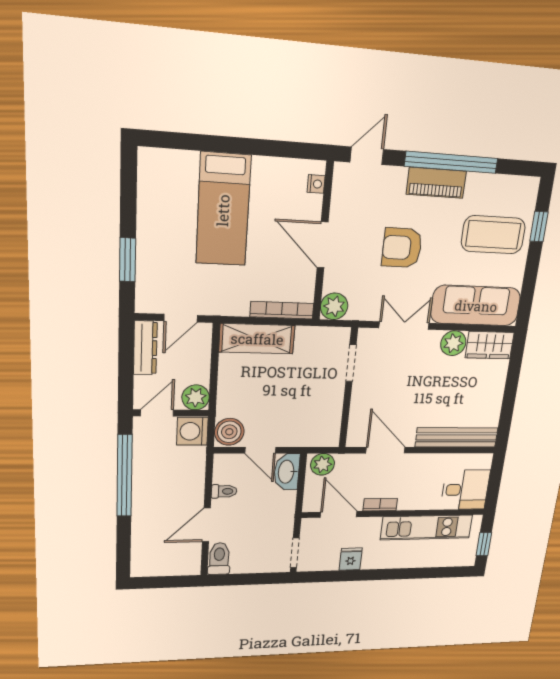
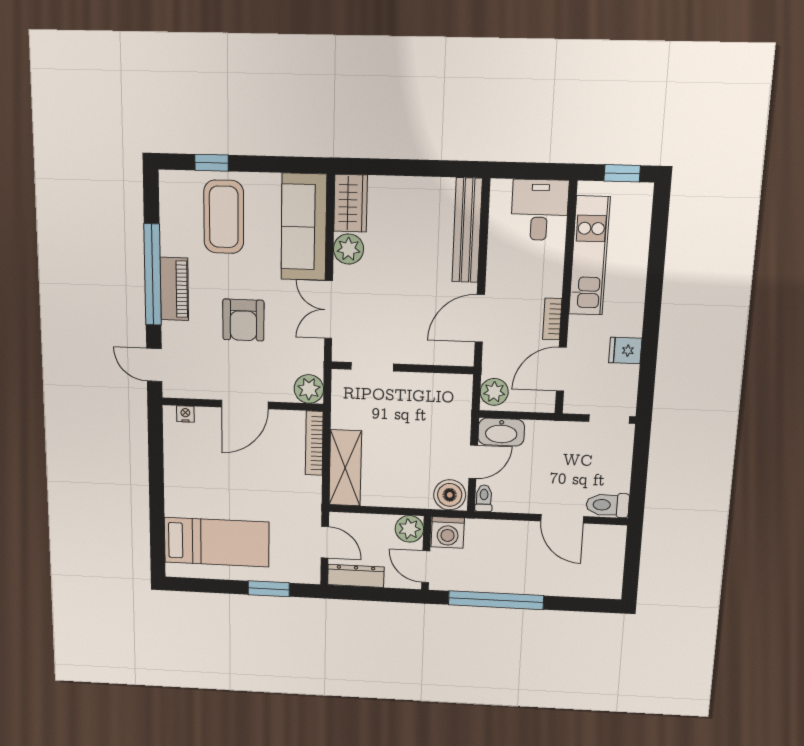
bed: (223, 210) -> (217, 542), moved
toilet: (224, 491) -> (484, 498), moved

